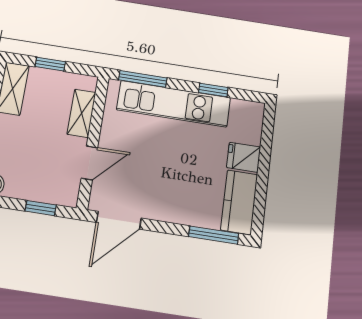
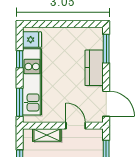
fridge: (244, 157) -> (32, 40), moved, turned -90
kitchen counter: (239, 202) -> (94, 68), moved, turned 90

